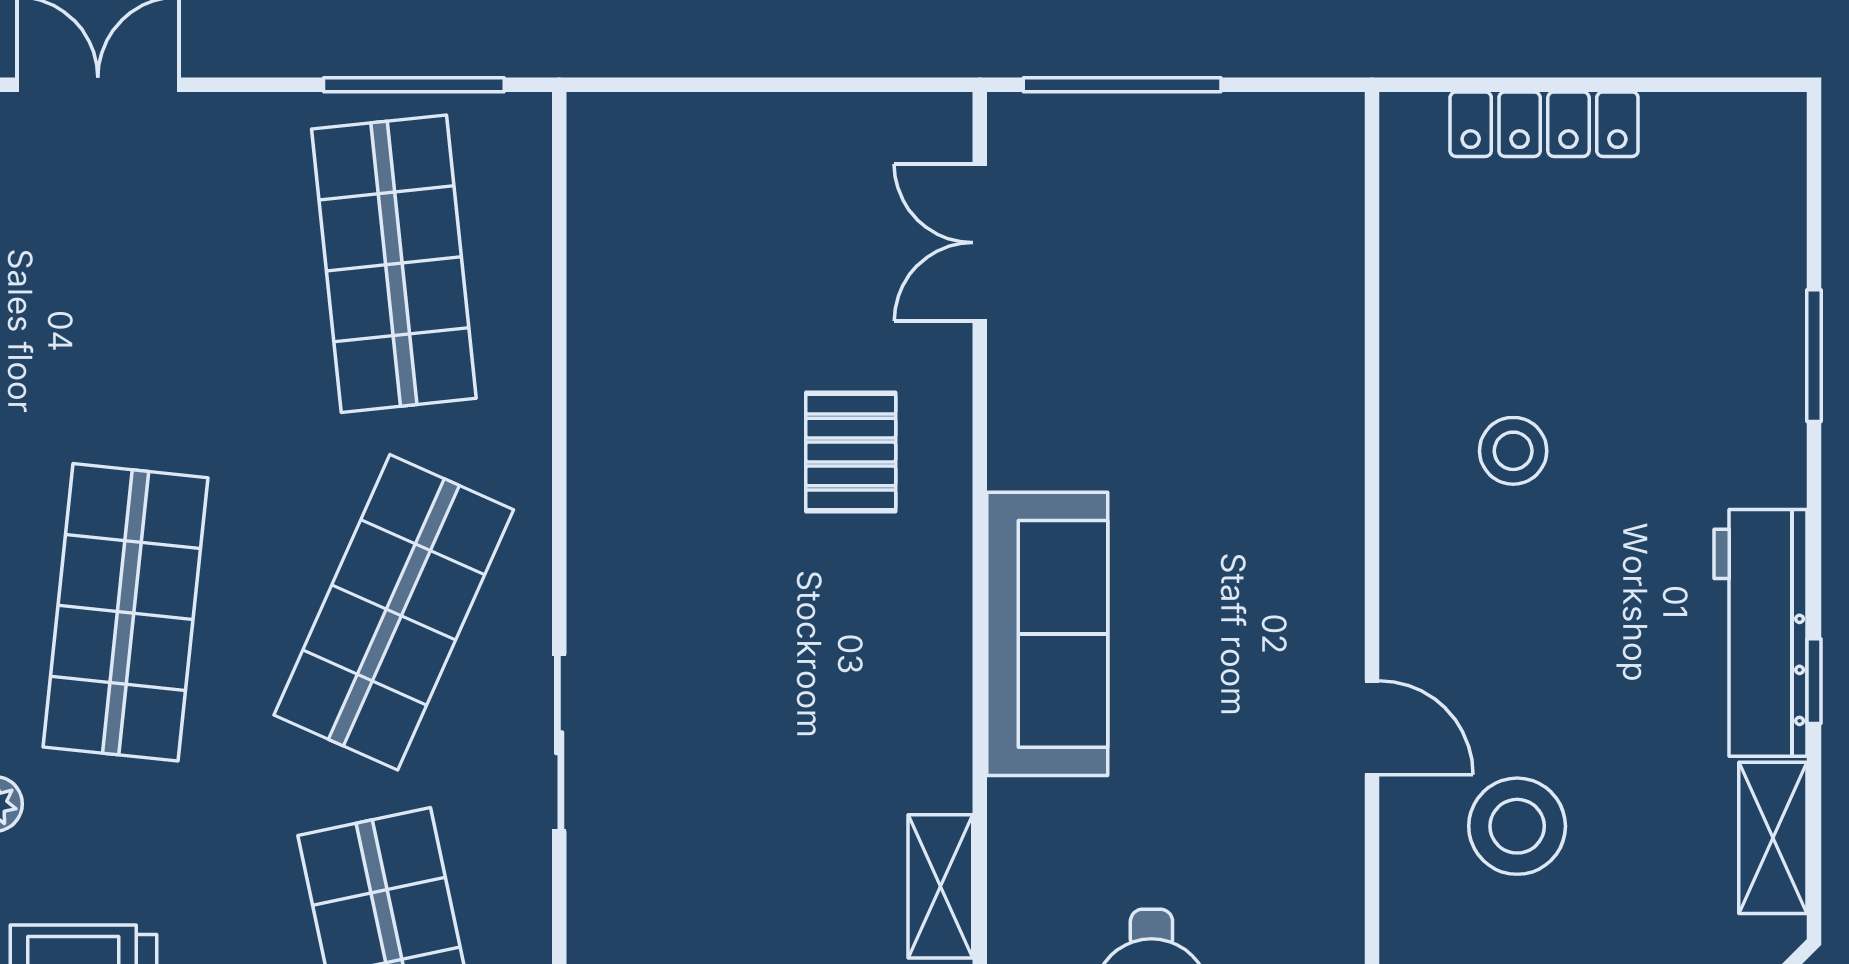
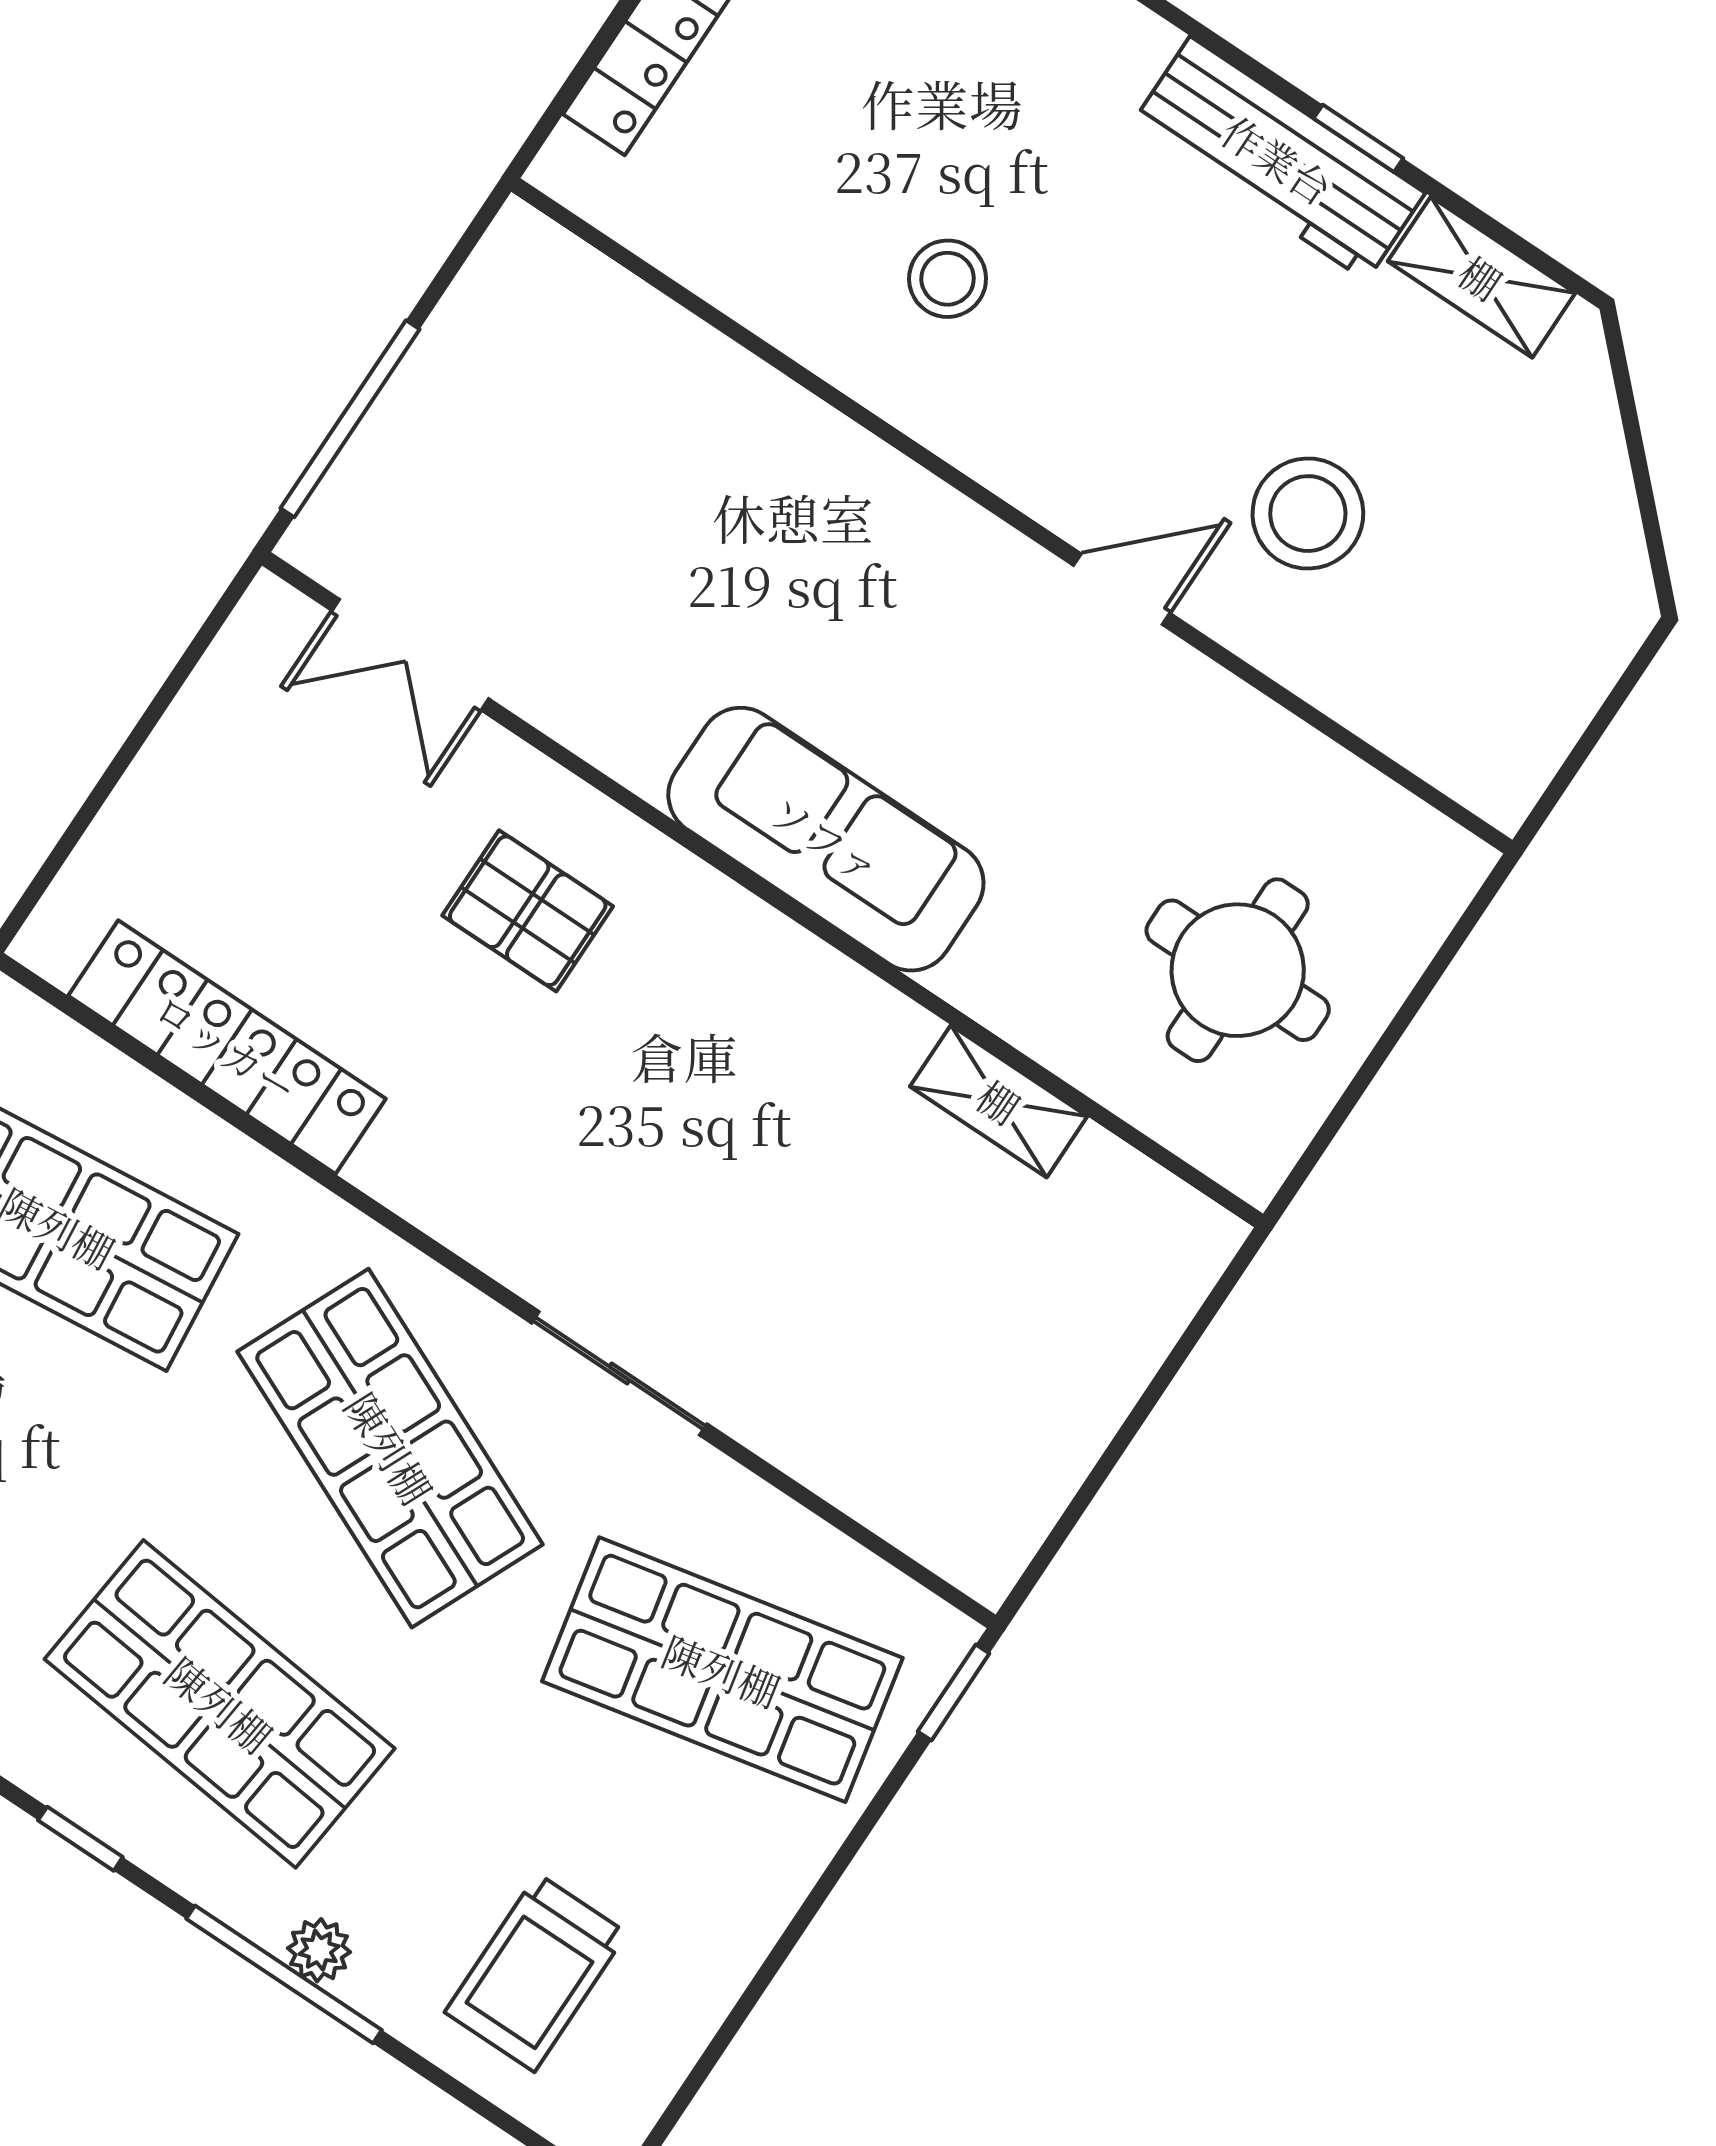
locker: (606, 300) -> (227, 1047), added

